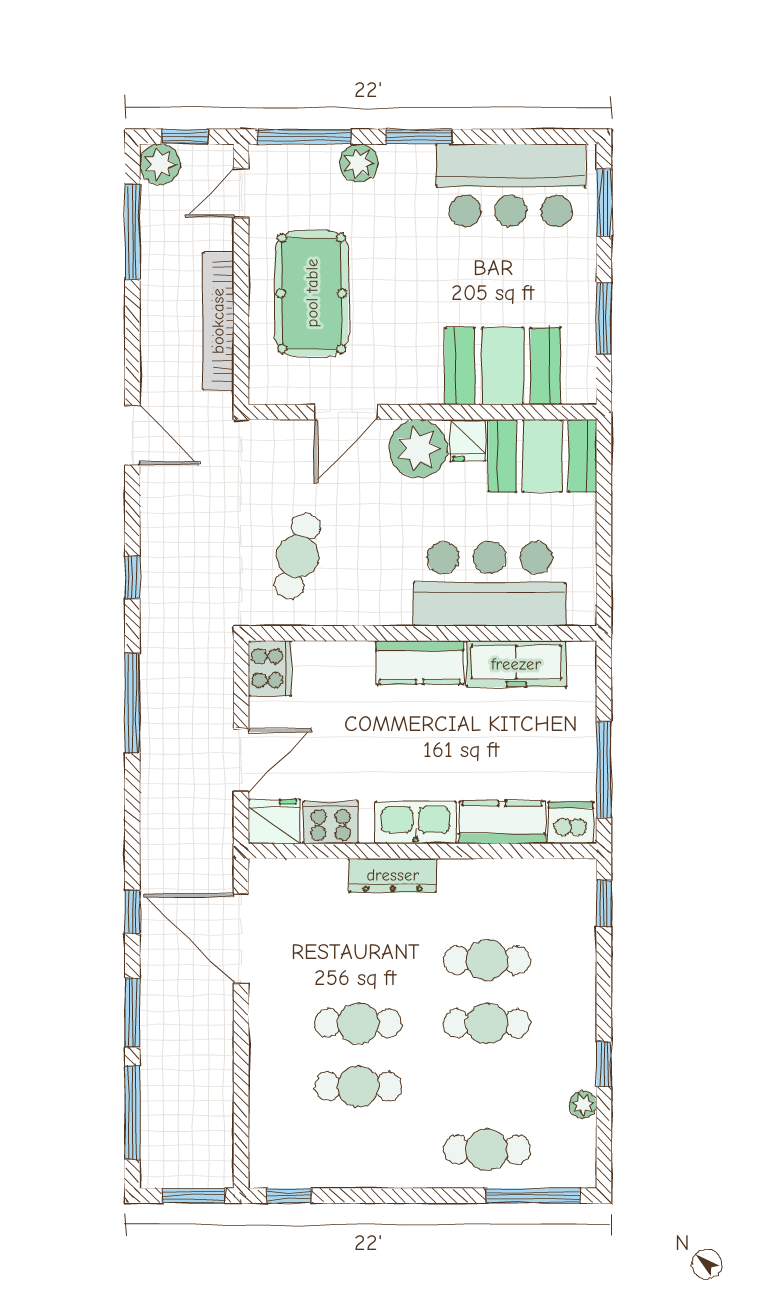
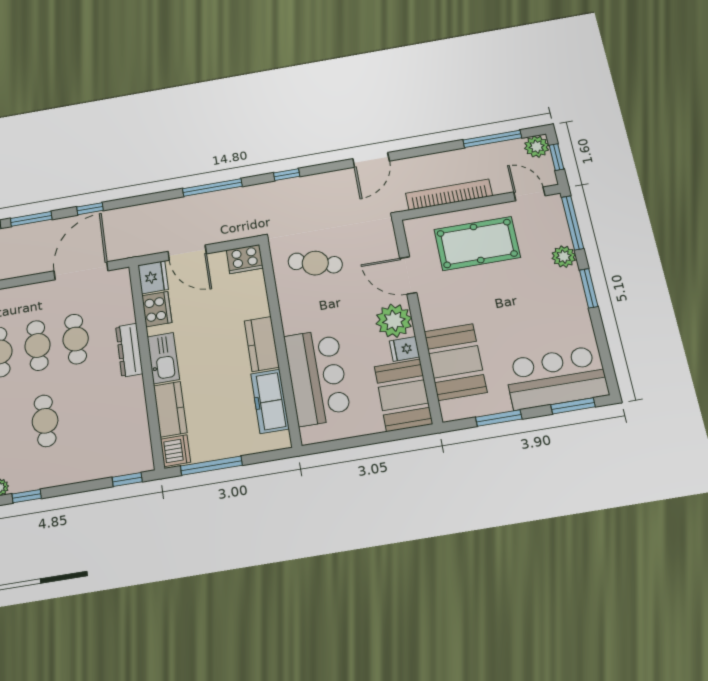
bar counter: (511, 185) -> (556, 378), moved, turned 90
cafe table: (487, 960) -> (76, 339), moved

